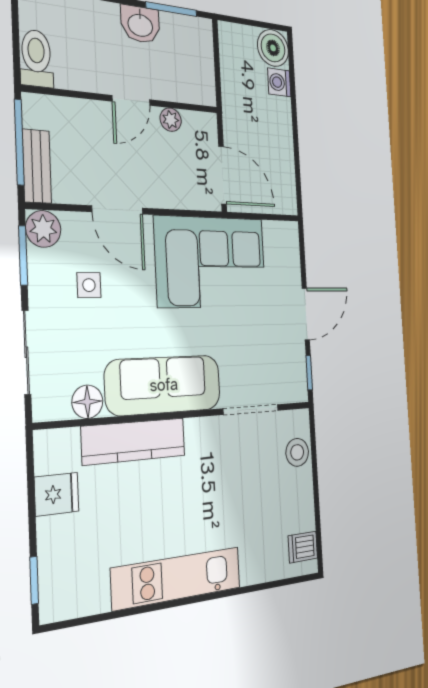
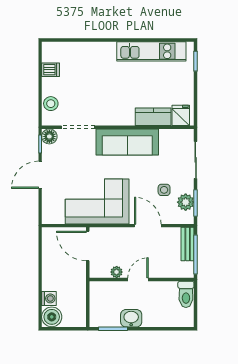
plant: (43, 229) -> (186, 202), moved
floor lamp: (87, 402) -> (49, 136), moved
kitchen counter: (134, 441) -> (153, 117), width x0.67
fridge: (57, 494) -> (181, 115), moved, turned 90
dishwasher: (303, 547) -> (51, 70), moved
kitchen unit: (177, 578) -> (151, 51), moved

